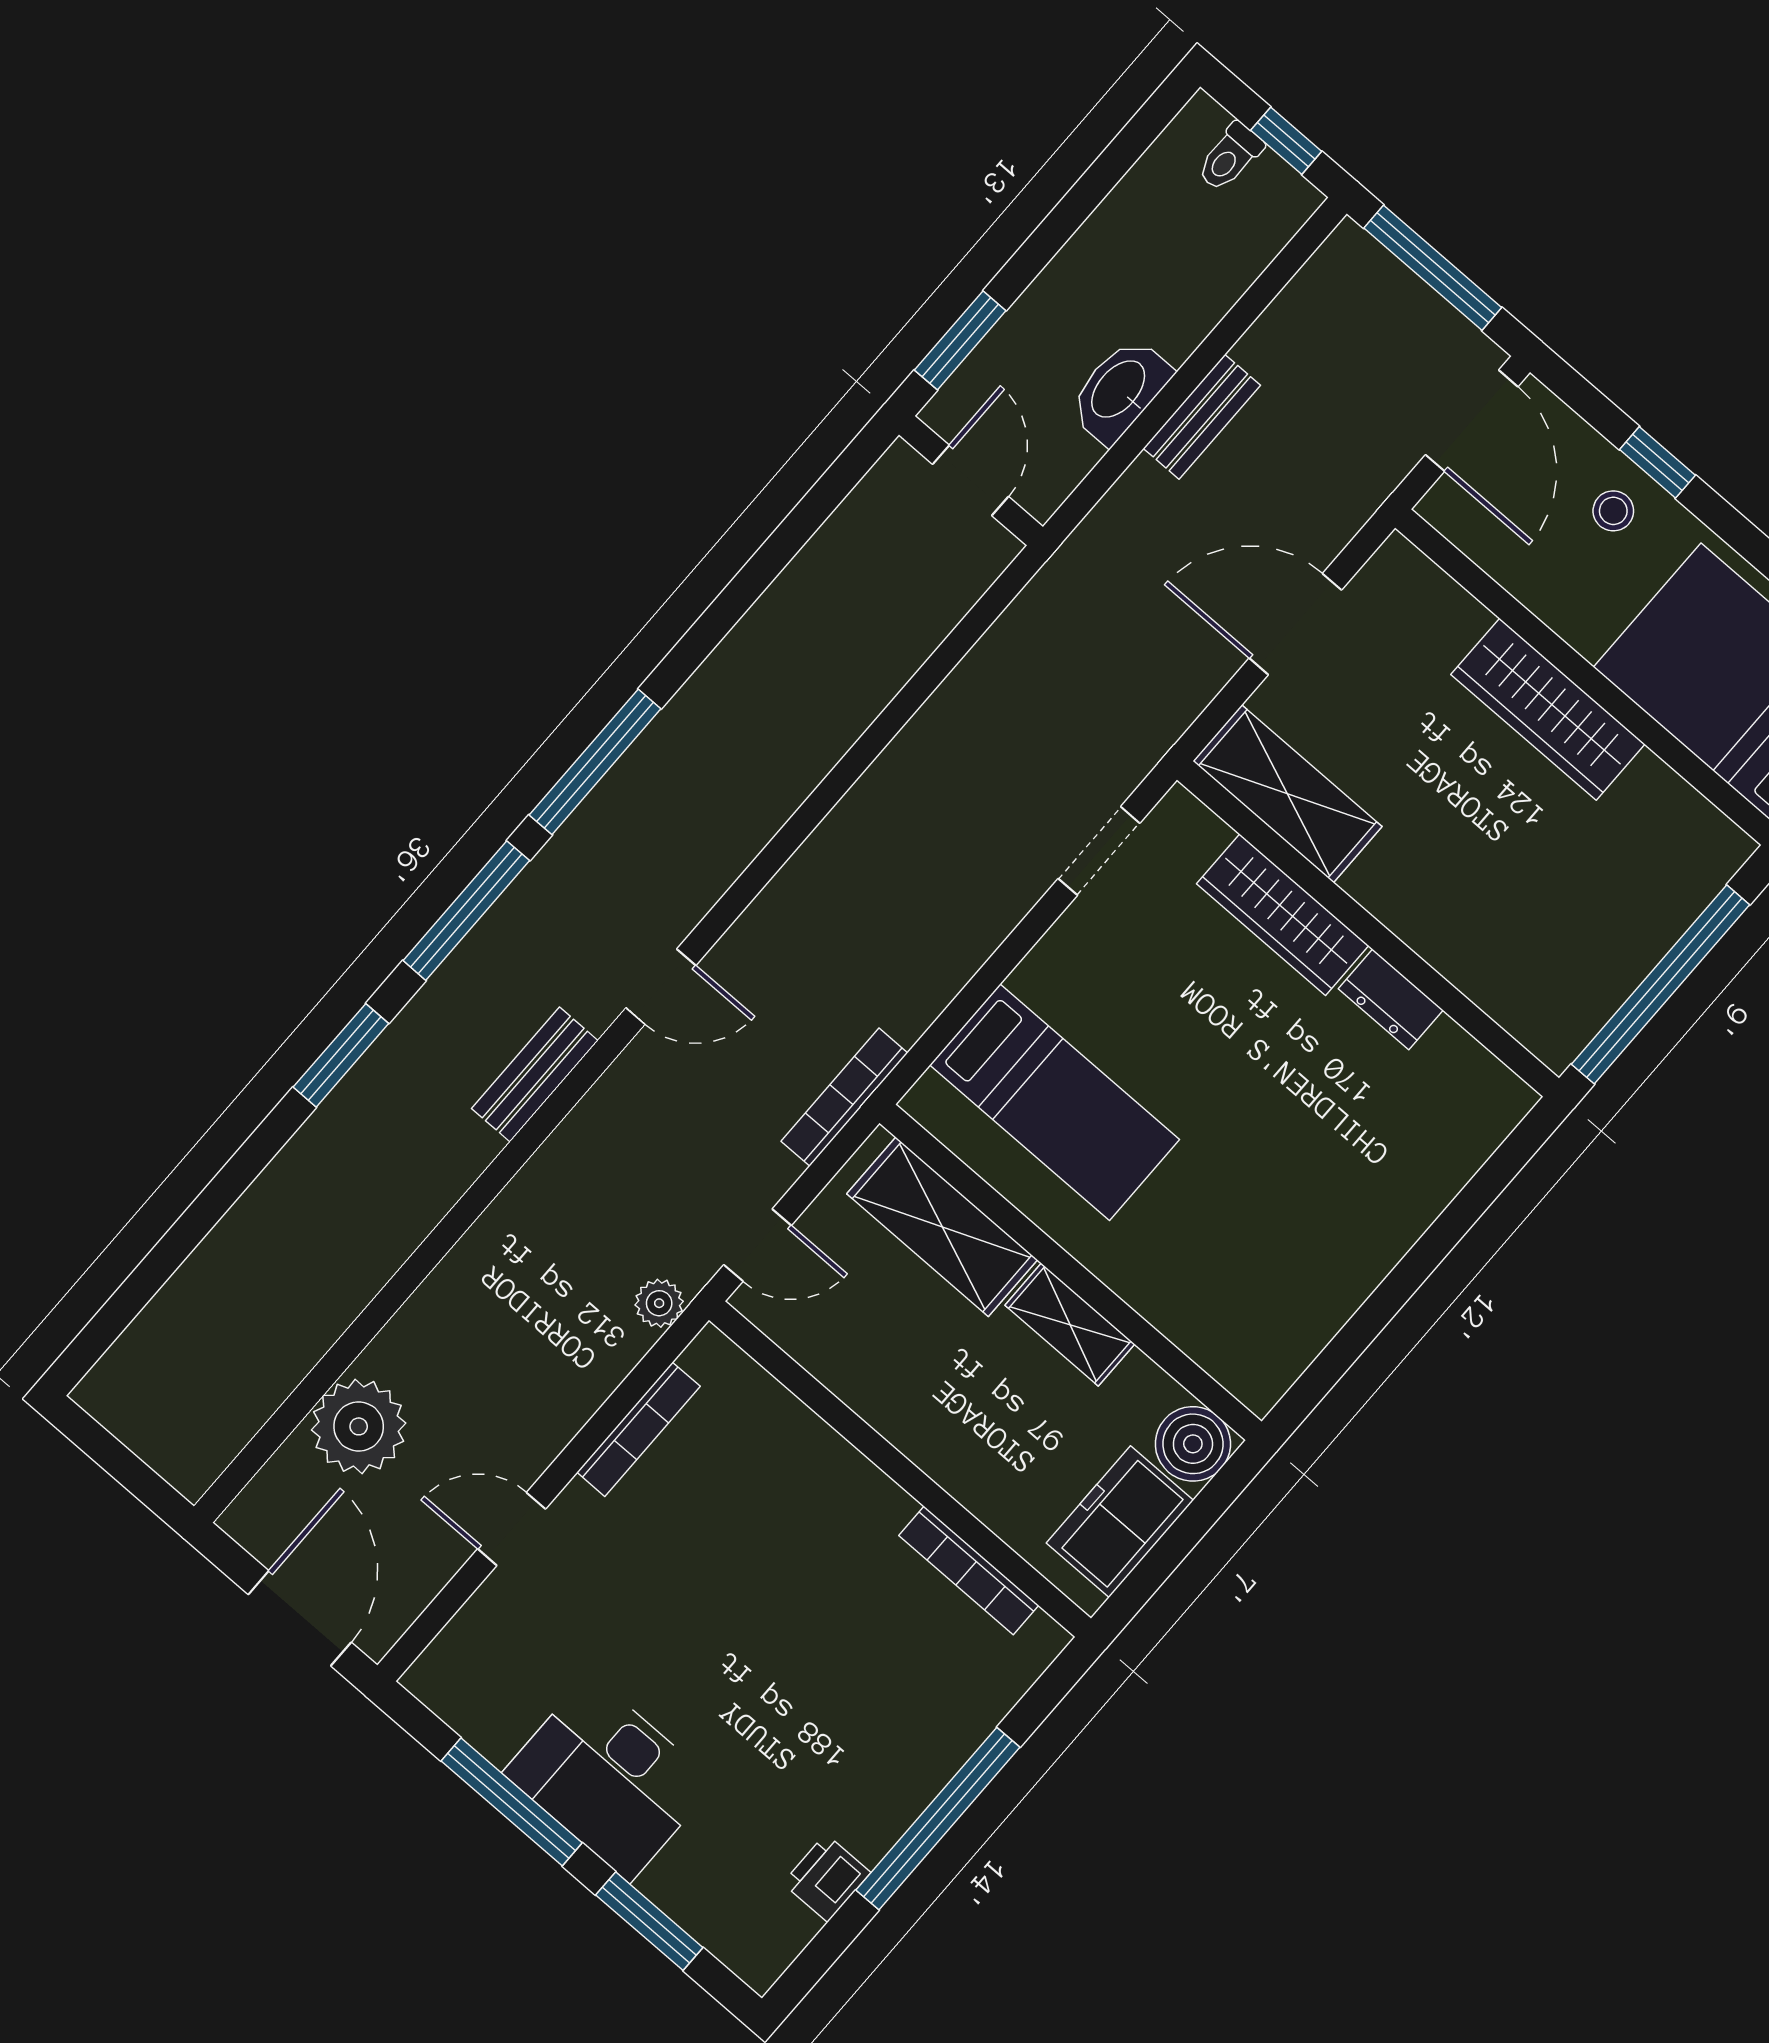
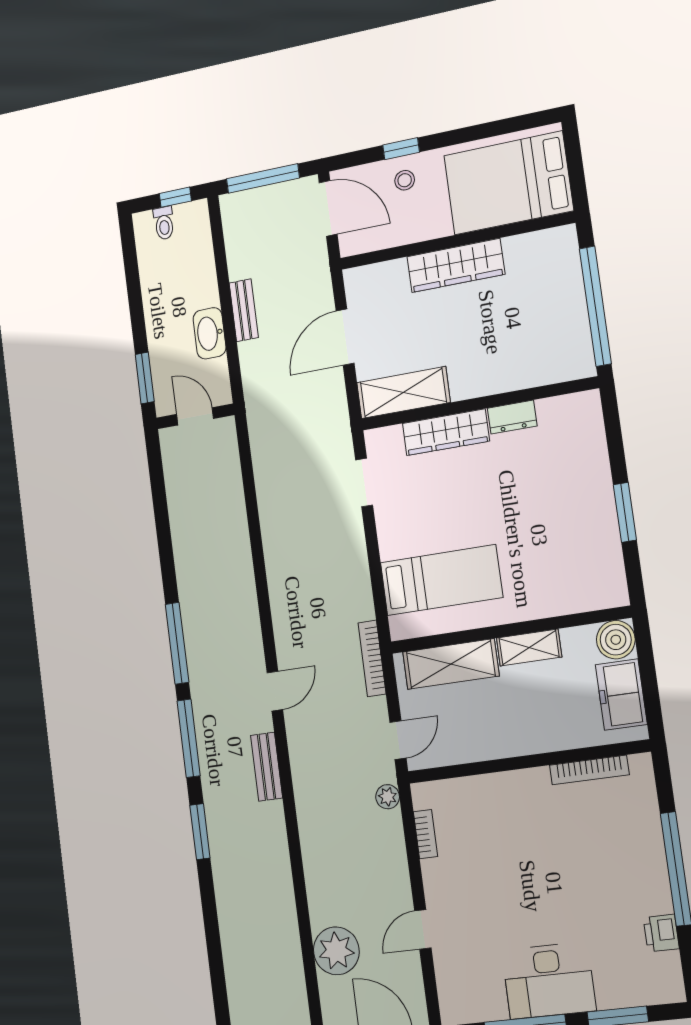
window: (1391, 1295) -> (625, 512), added
bookcase: (639, 1429) -> (425, 834), width x0.64

